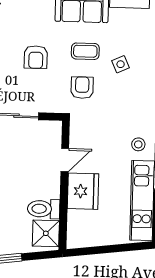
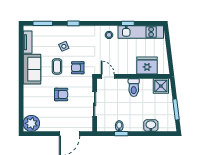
door: (65, 160) -> (108, 76), moved
fridge: (83, 191) -> (147, 66), moved
toilet: (44, 209) -> (134, 88), moved

